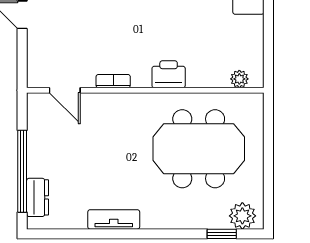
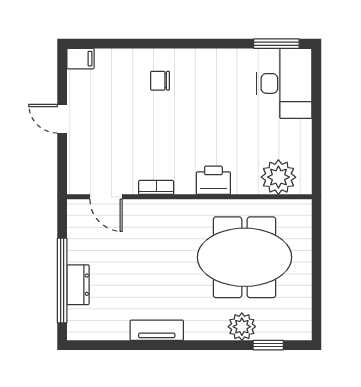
plant: (239, 79) -> (278, 177), width x1.88, depth x1.88
dresser: (38, 197) -> (78, 285), moved
plant: (242, 216) -> (242, 327), moved

